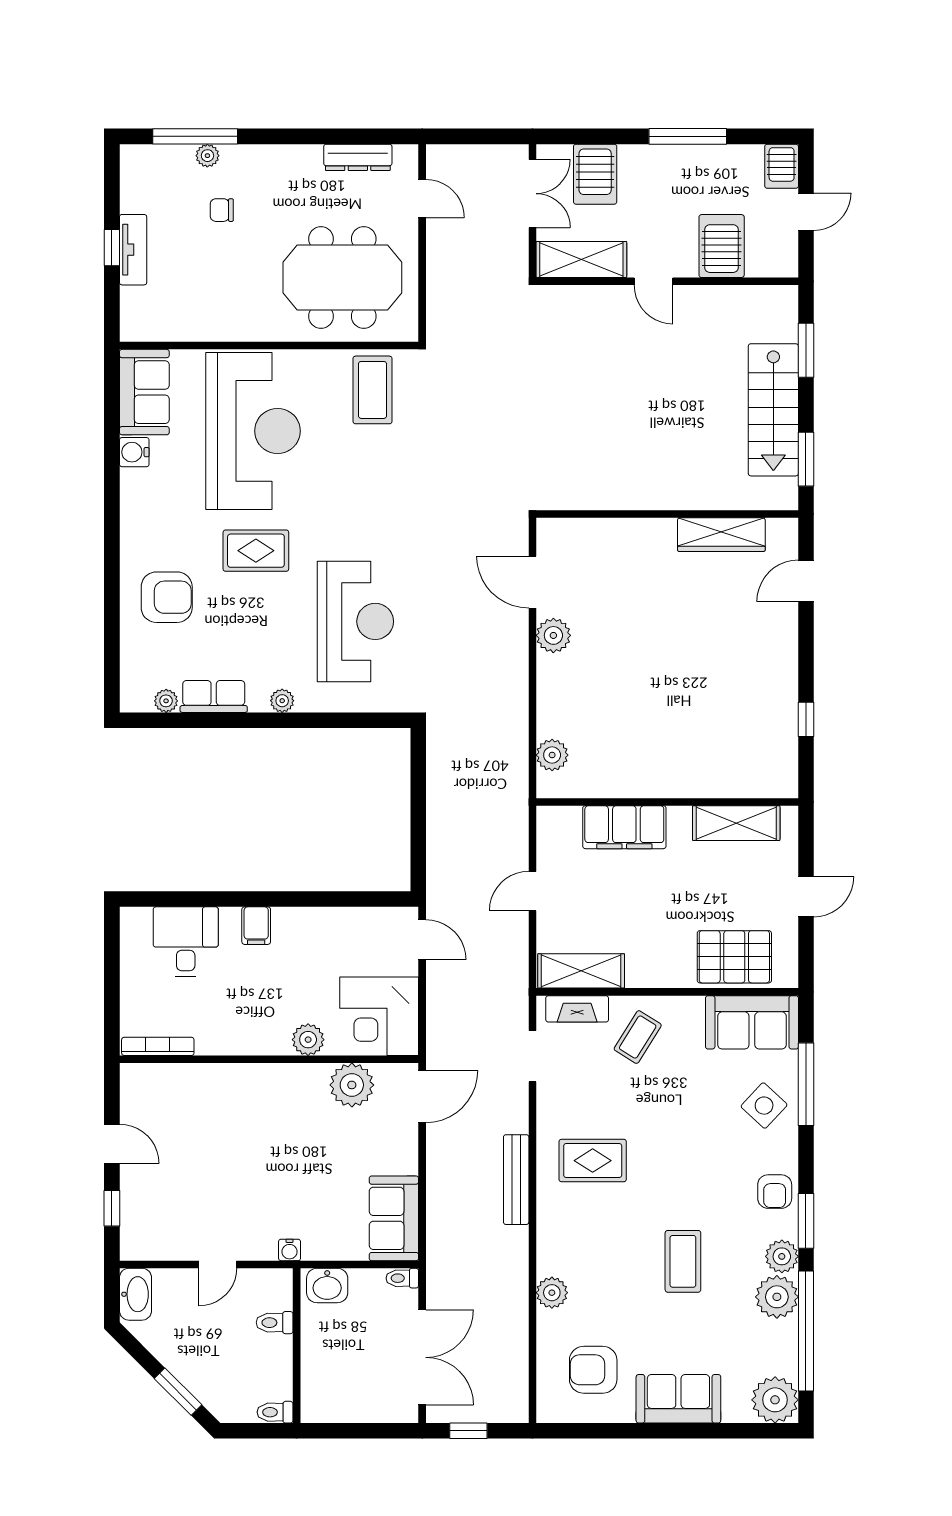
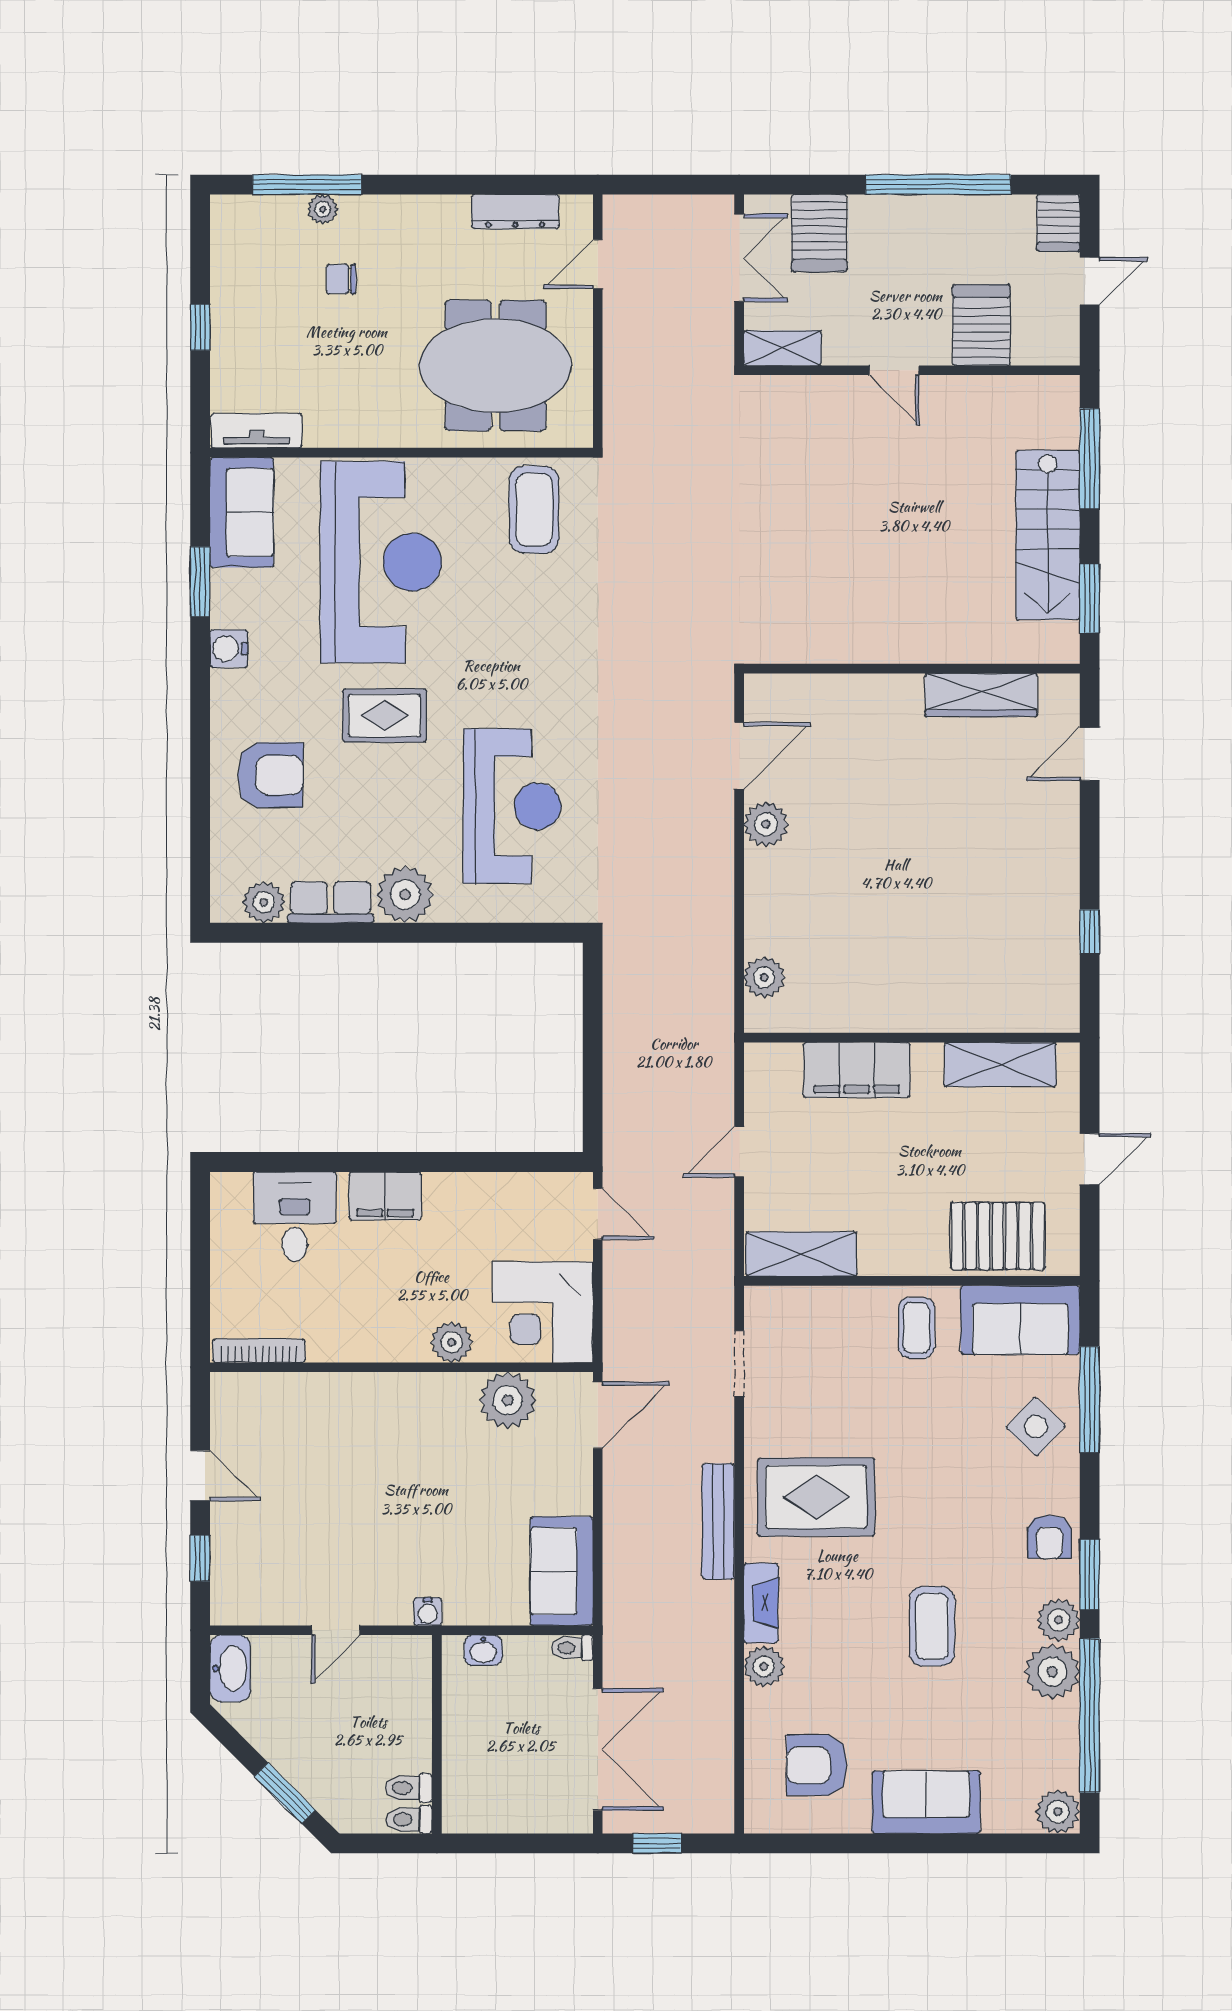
window: (688, 136) -> (938, 185), width x1.46
door: (422, 198) -> (598, 264), swing flipped
tv unit: (133, 250) -> (256, 431), moved, turned -90
shelving: (581, 259) -> (782, 348), width x0.67, depth x0.75
window: (806, 350) -> (1090, 459), width x1.44
window: (112, 446) -> (200, 582), added
water cooler: (134, 452) -> (229, 649), moved
door: (532, 582) -> (739, 756), swing flipped
plant: (166, 701) -> (264, 902), width x1.38, depth x1.38
plant: (282, 701) -> (405, 895), width x1.88, depth x1.88
filing cabinet: (256, 926) -> (385, 1196), width x2.00
fireplace: (577, 1009) -> (761, 1603), moved, turned -90
coffee table: (638, 1037) -> (916, 1328), moved, turned -32
rug: (593, 1161) -> (816, 1497), width x1.36, depth x1.43
washbasin: (327, 1286) -> (483, 1650), width x0.72, depth x0.69
toilet: (275, 1323) -> (409, 1788), moved
plant: (775, 1400) -> (1058, 1812), width x0.73, depth x0.73

